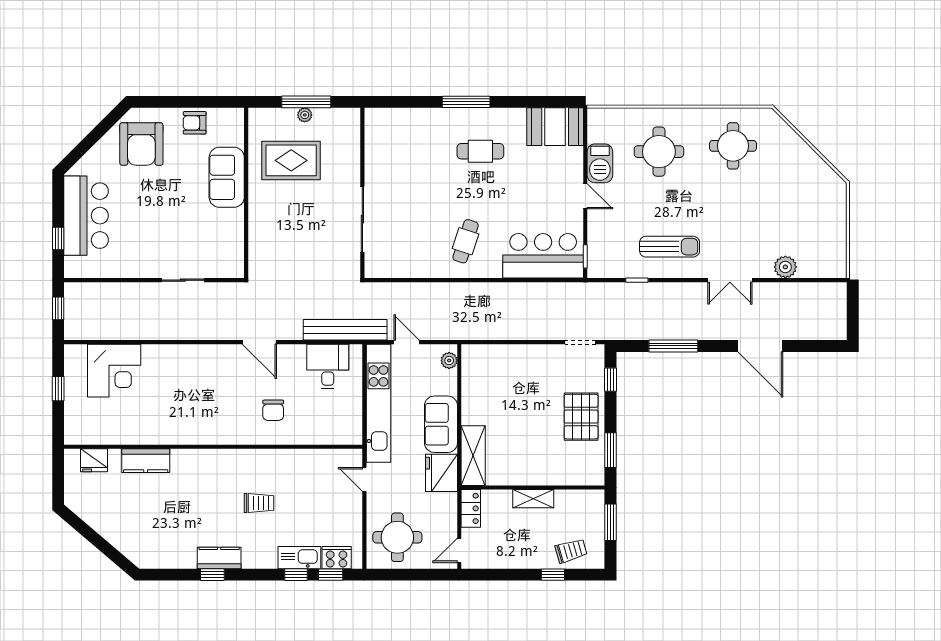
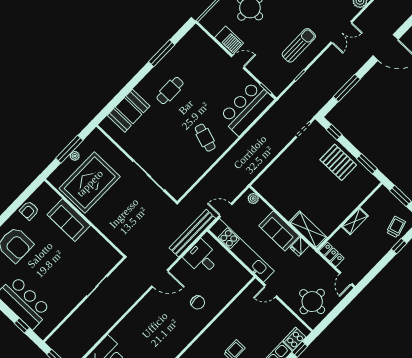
window: (466, 102) -> (162, 53), moved
booth: (555, 127) -> (129, 111), moved
rug: (291, 160) -> (90, 183), width x1.37, depth x1.44
fridge: (442, 473) -> (300, 246), width x0.53, depth x0.75

